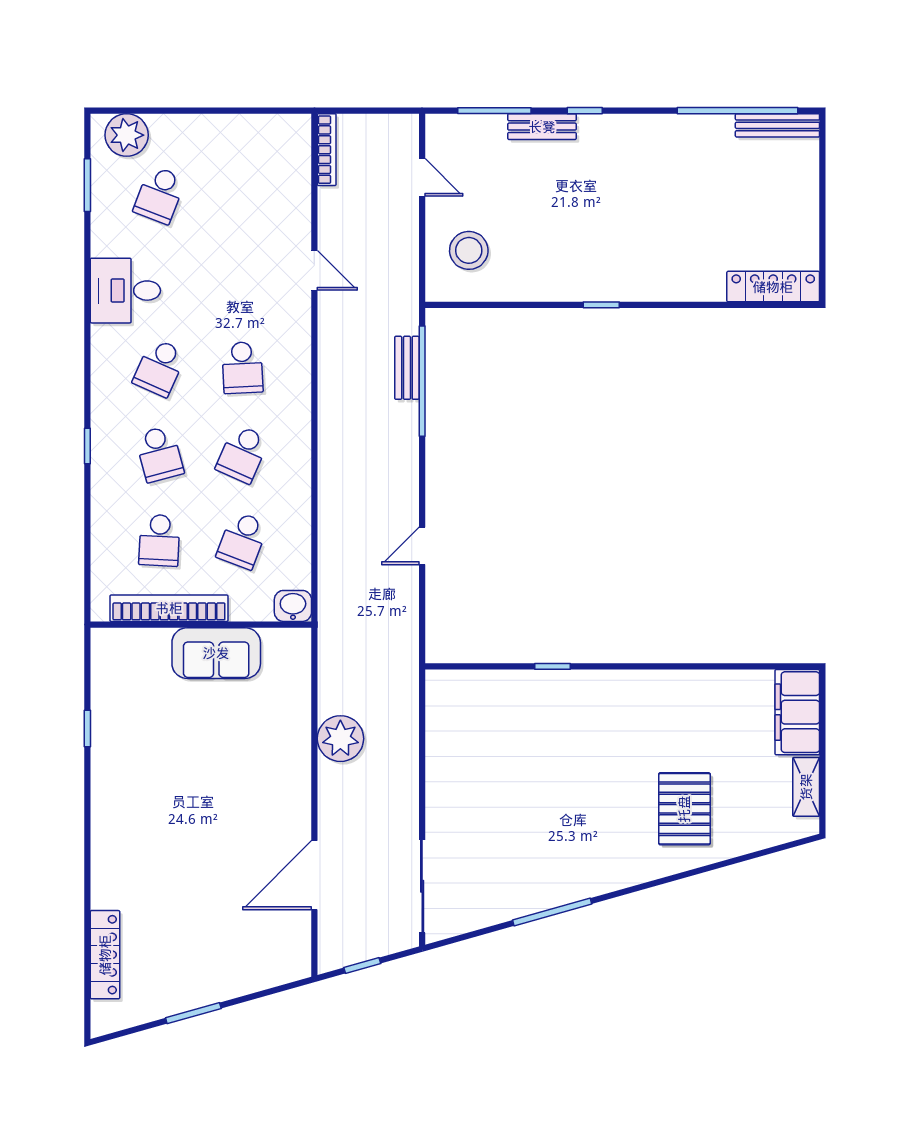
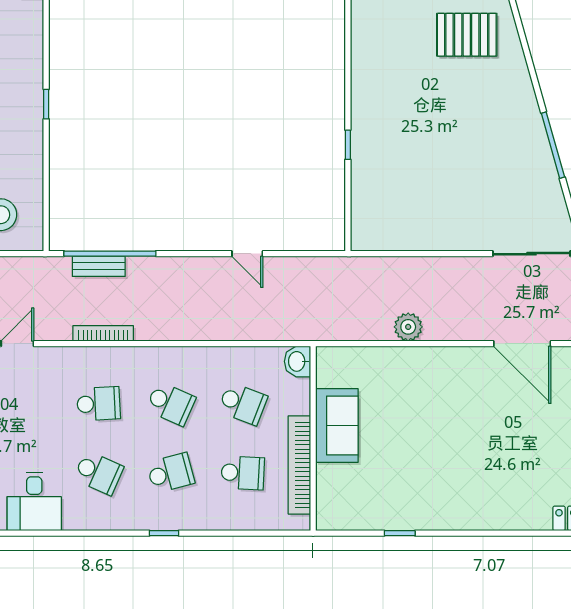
bookcase: (327, 373) -> (103, 333), added
plant: (340, 739) -> (408, 327), width x0.73, depth x0.73

